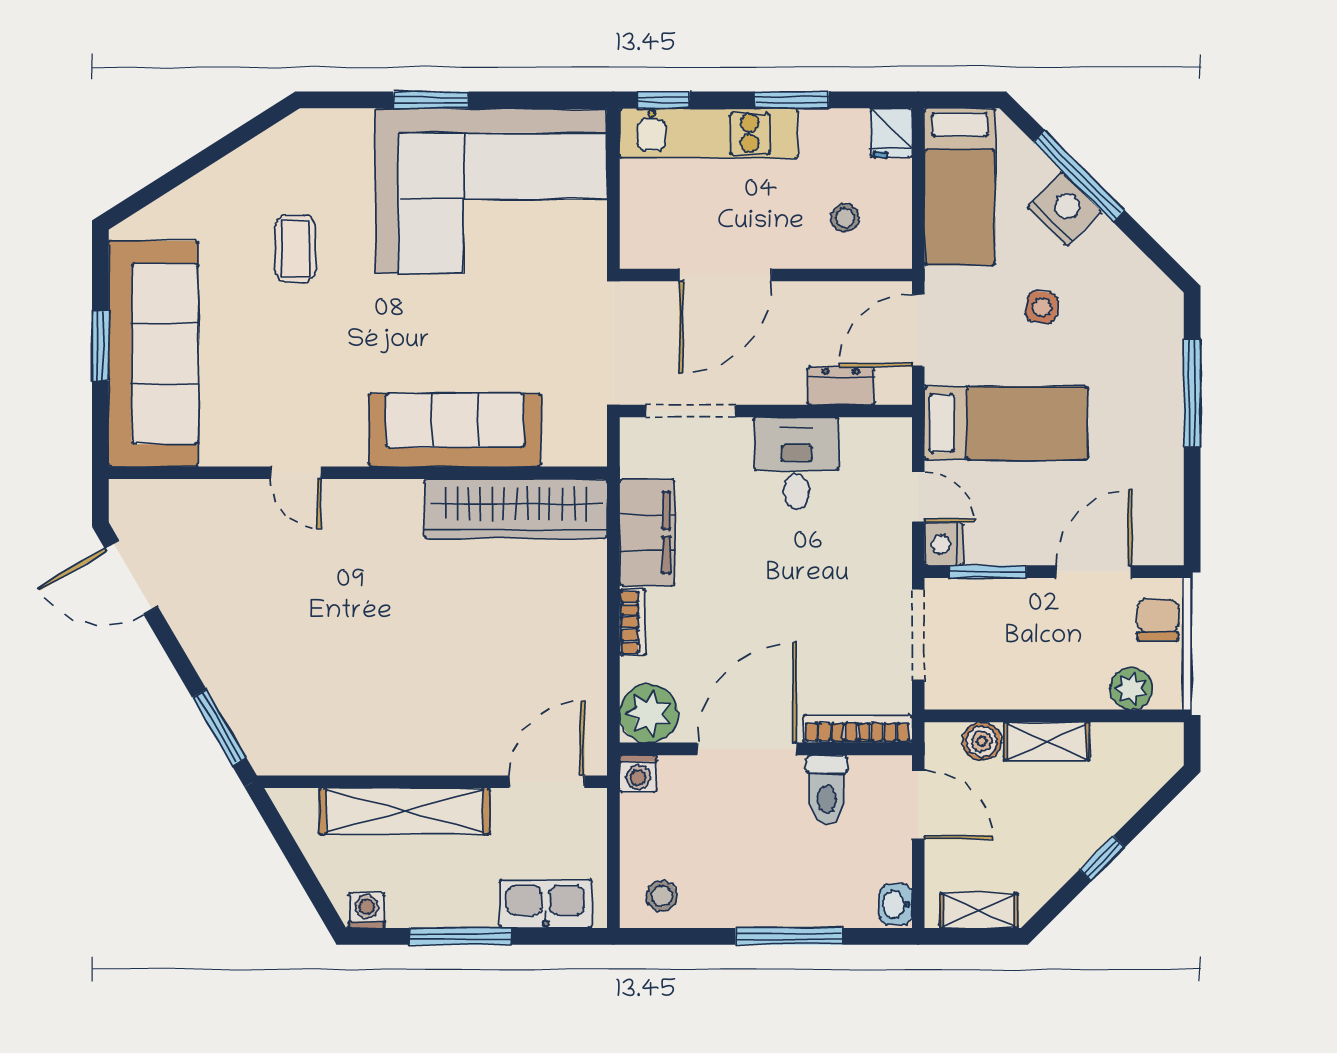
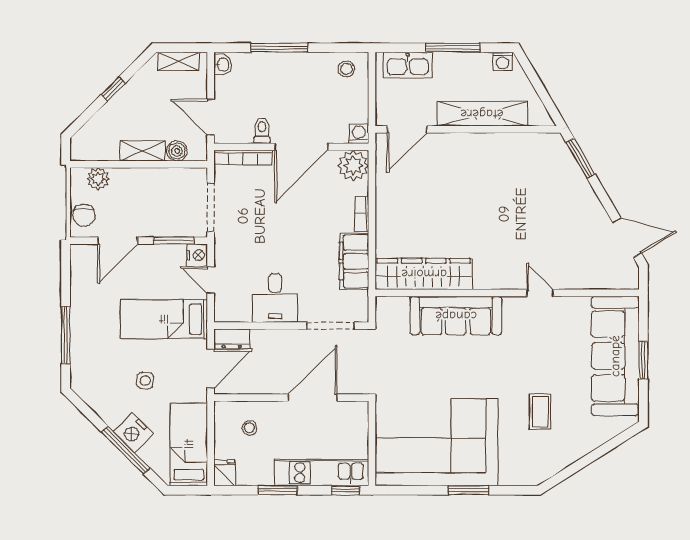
dresser: (841, 386) -> (232, 339), moved
toilet: (827, 789) -> (262, 130), width x0.73, depth x0.72

